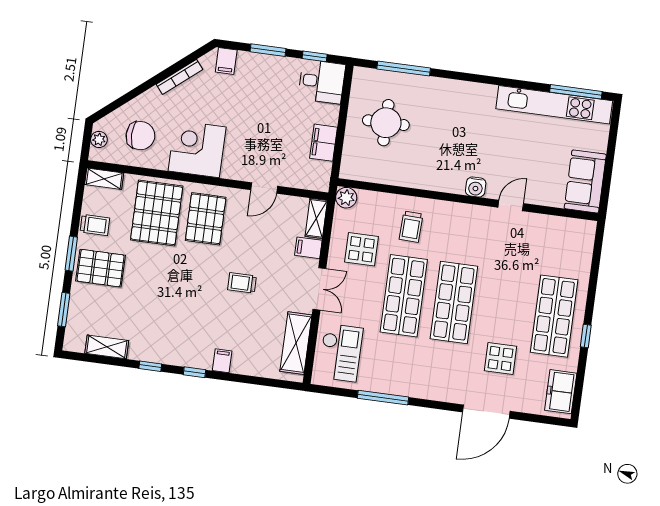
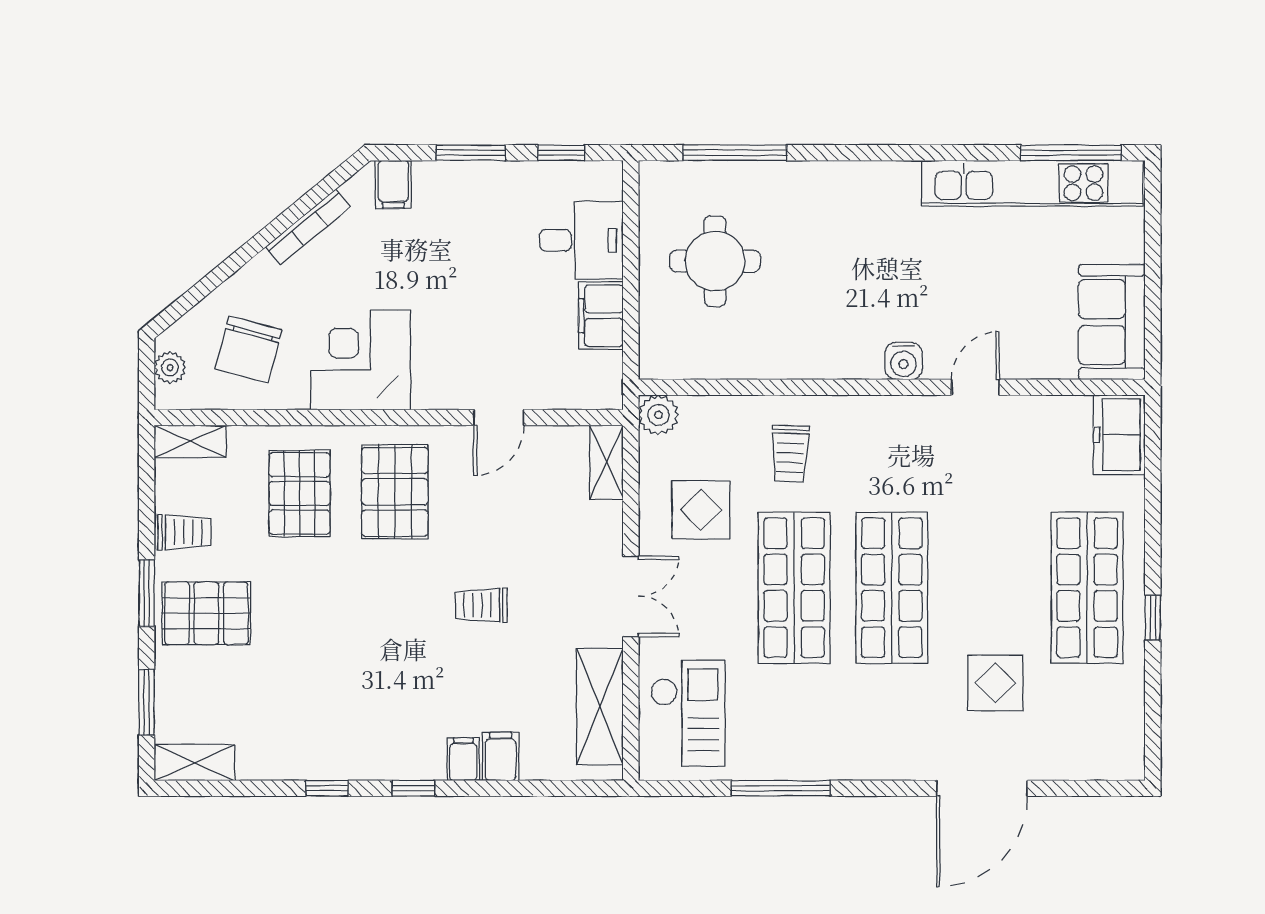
desk: (322, 82) -> (581, 240), moved
chair: (140, 136) -> (248, 349), turned 105
pallet: (157, 213) -> (300, 493), width x0.73, depth x0.71
filing cabinet: (308, 248) -> (501, 756), moved, turned 90
shelving: (107, 347) -> (194, 762), moved
freezer: (561, 392) -> (1119, 435), moved

